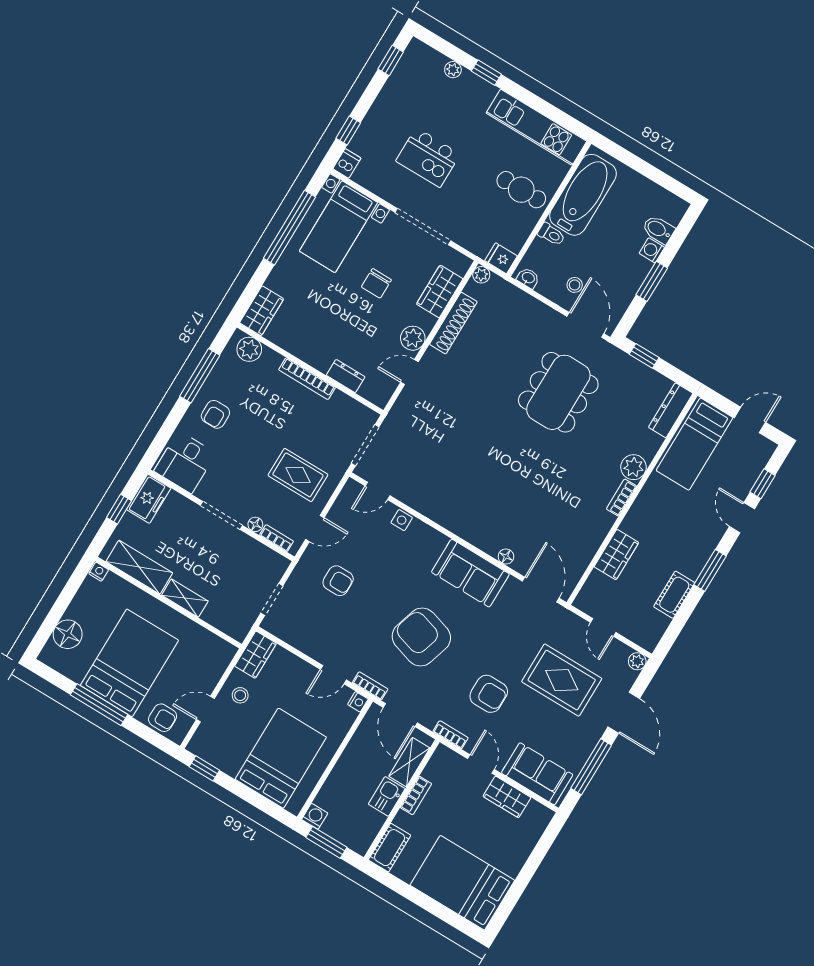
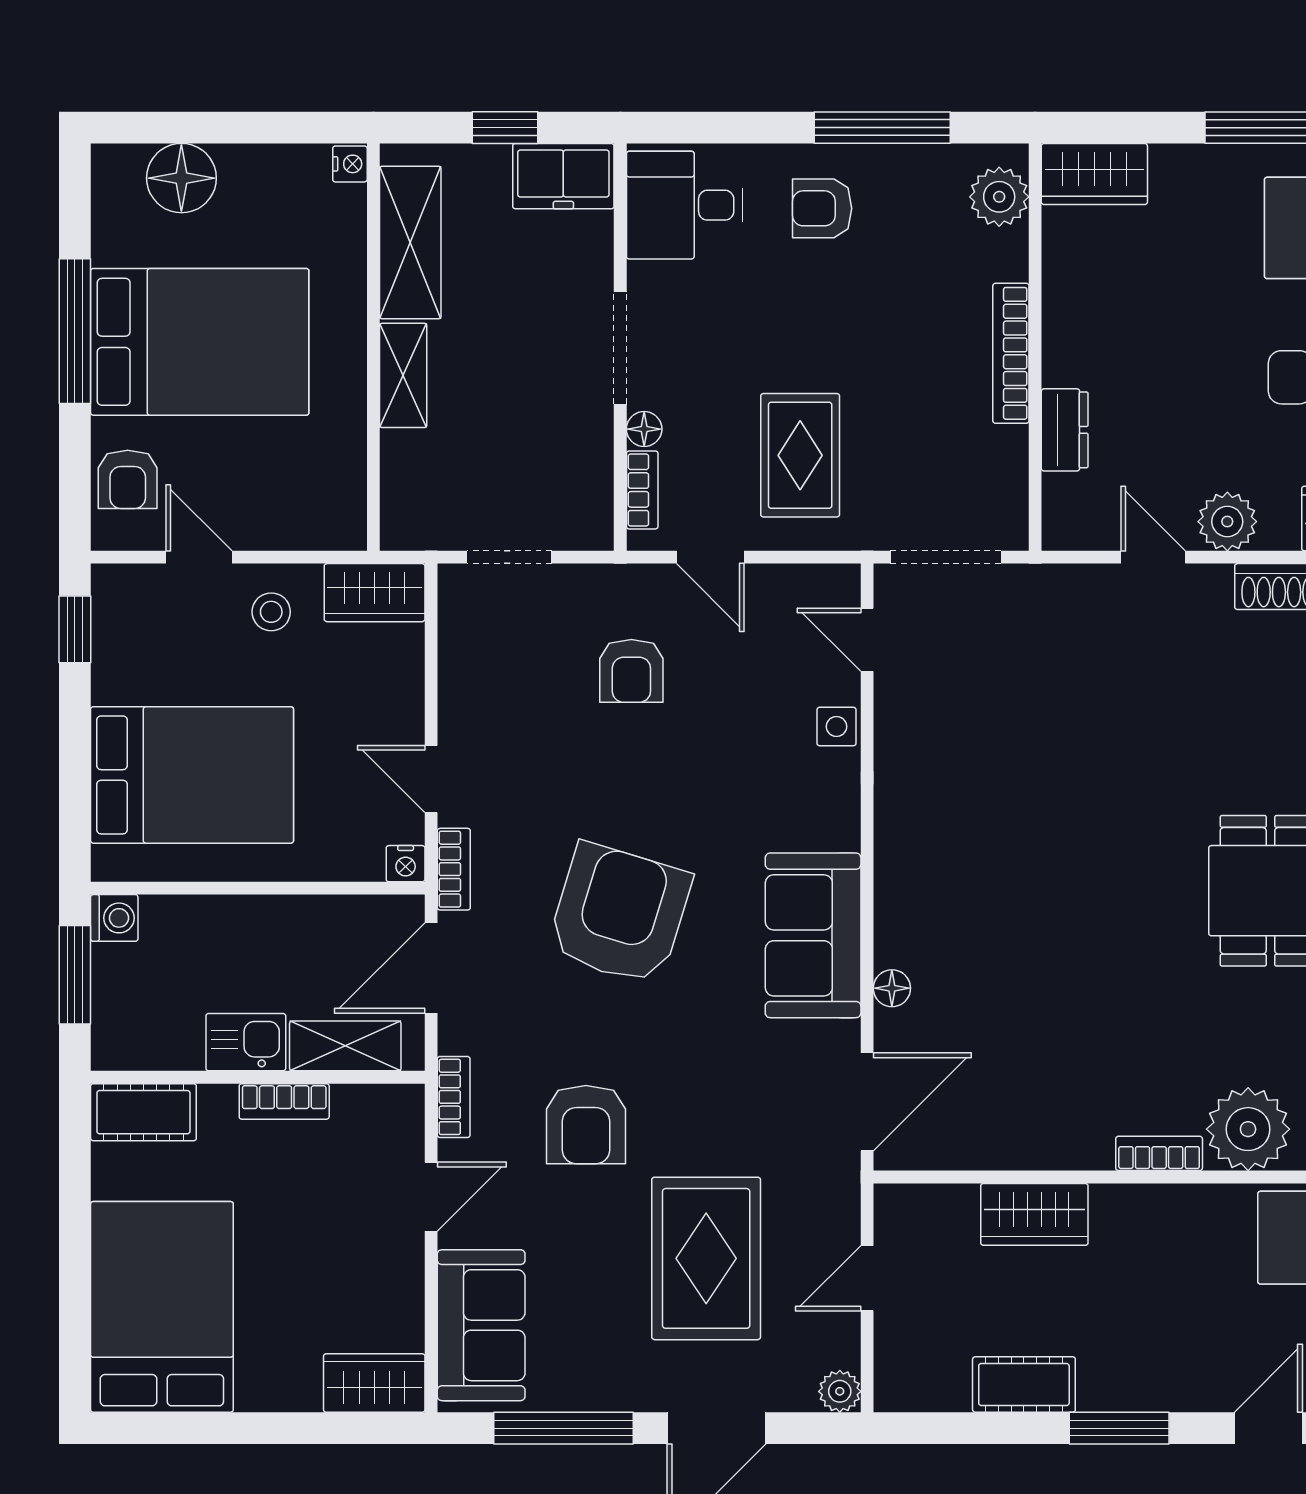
plant: (634, 467) -> (1248, 1129), width x1.36, depth x1.36
wardrobe: (507, 797) -> (374, 1383), moved, turned 90

